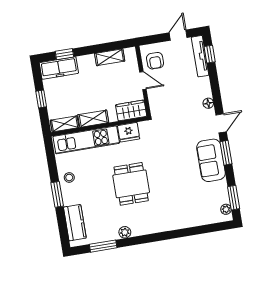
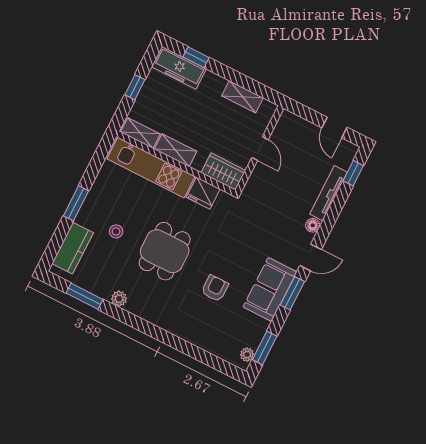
door: (178, 35) -> (334, 127), swing flipped
tv unit: (200, 56) -> (329, 193), moved
armchair: (155, 61) -> (215, 288), moved, turned 180
stool: (69, 177) -> (116, 231), moved

